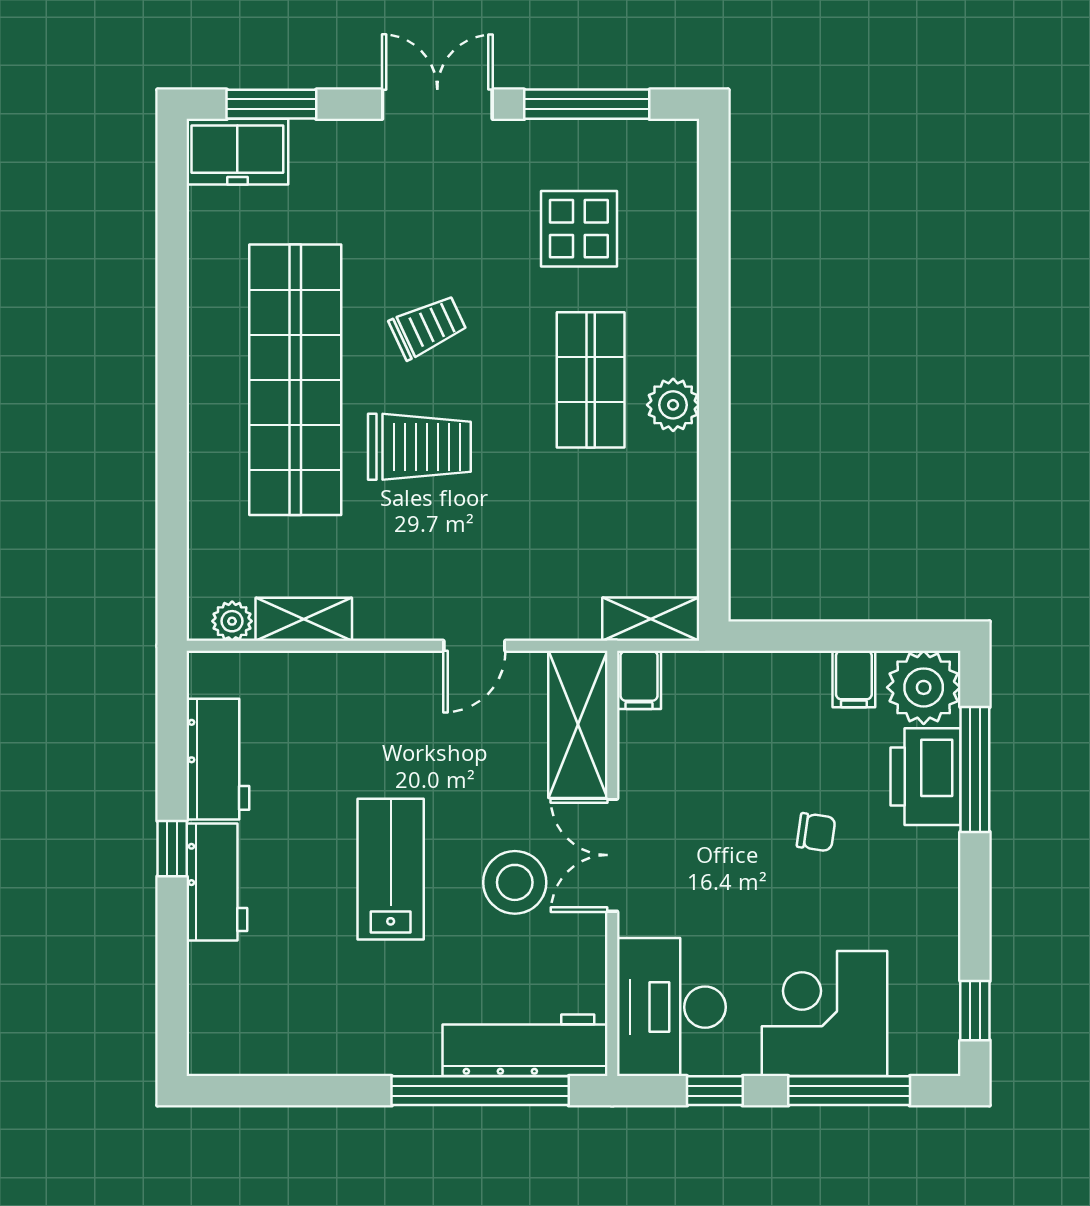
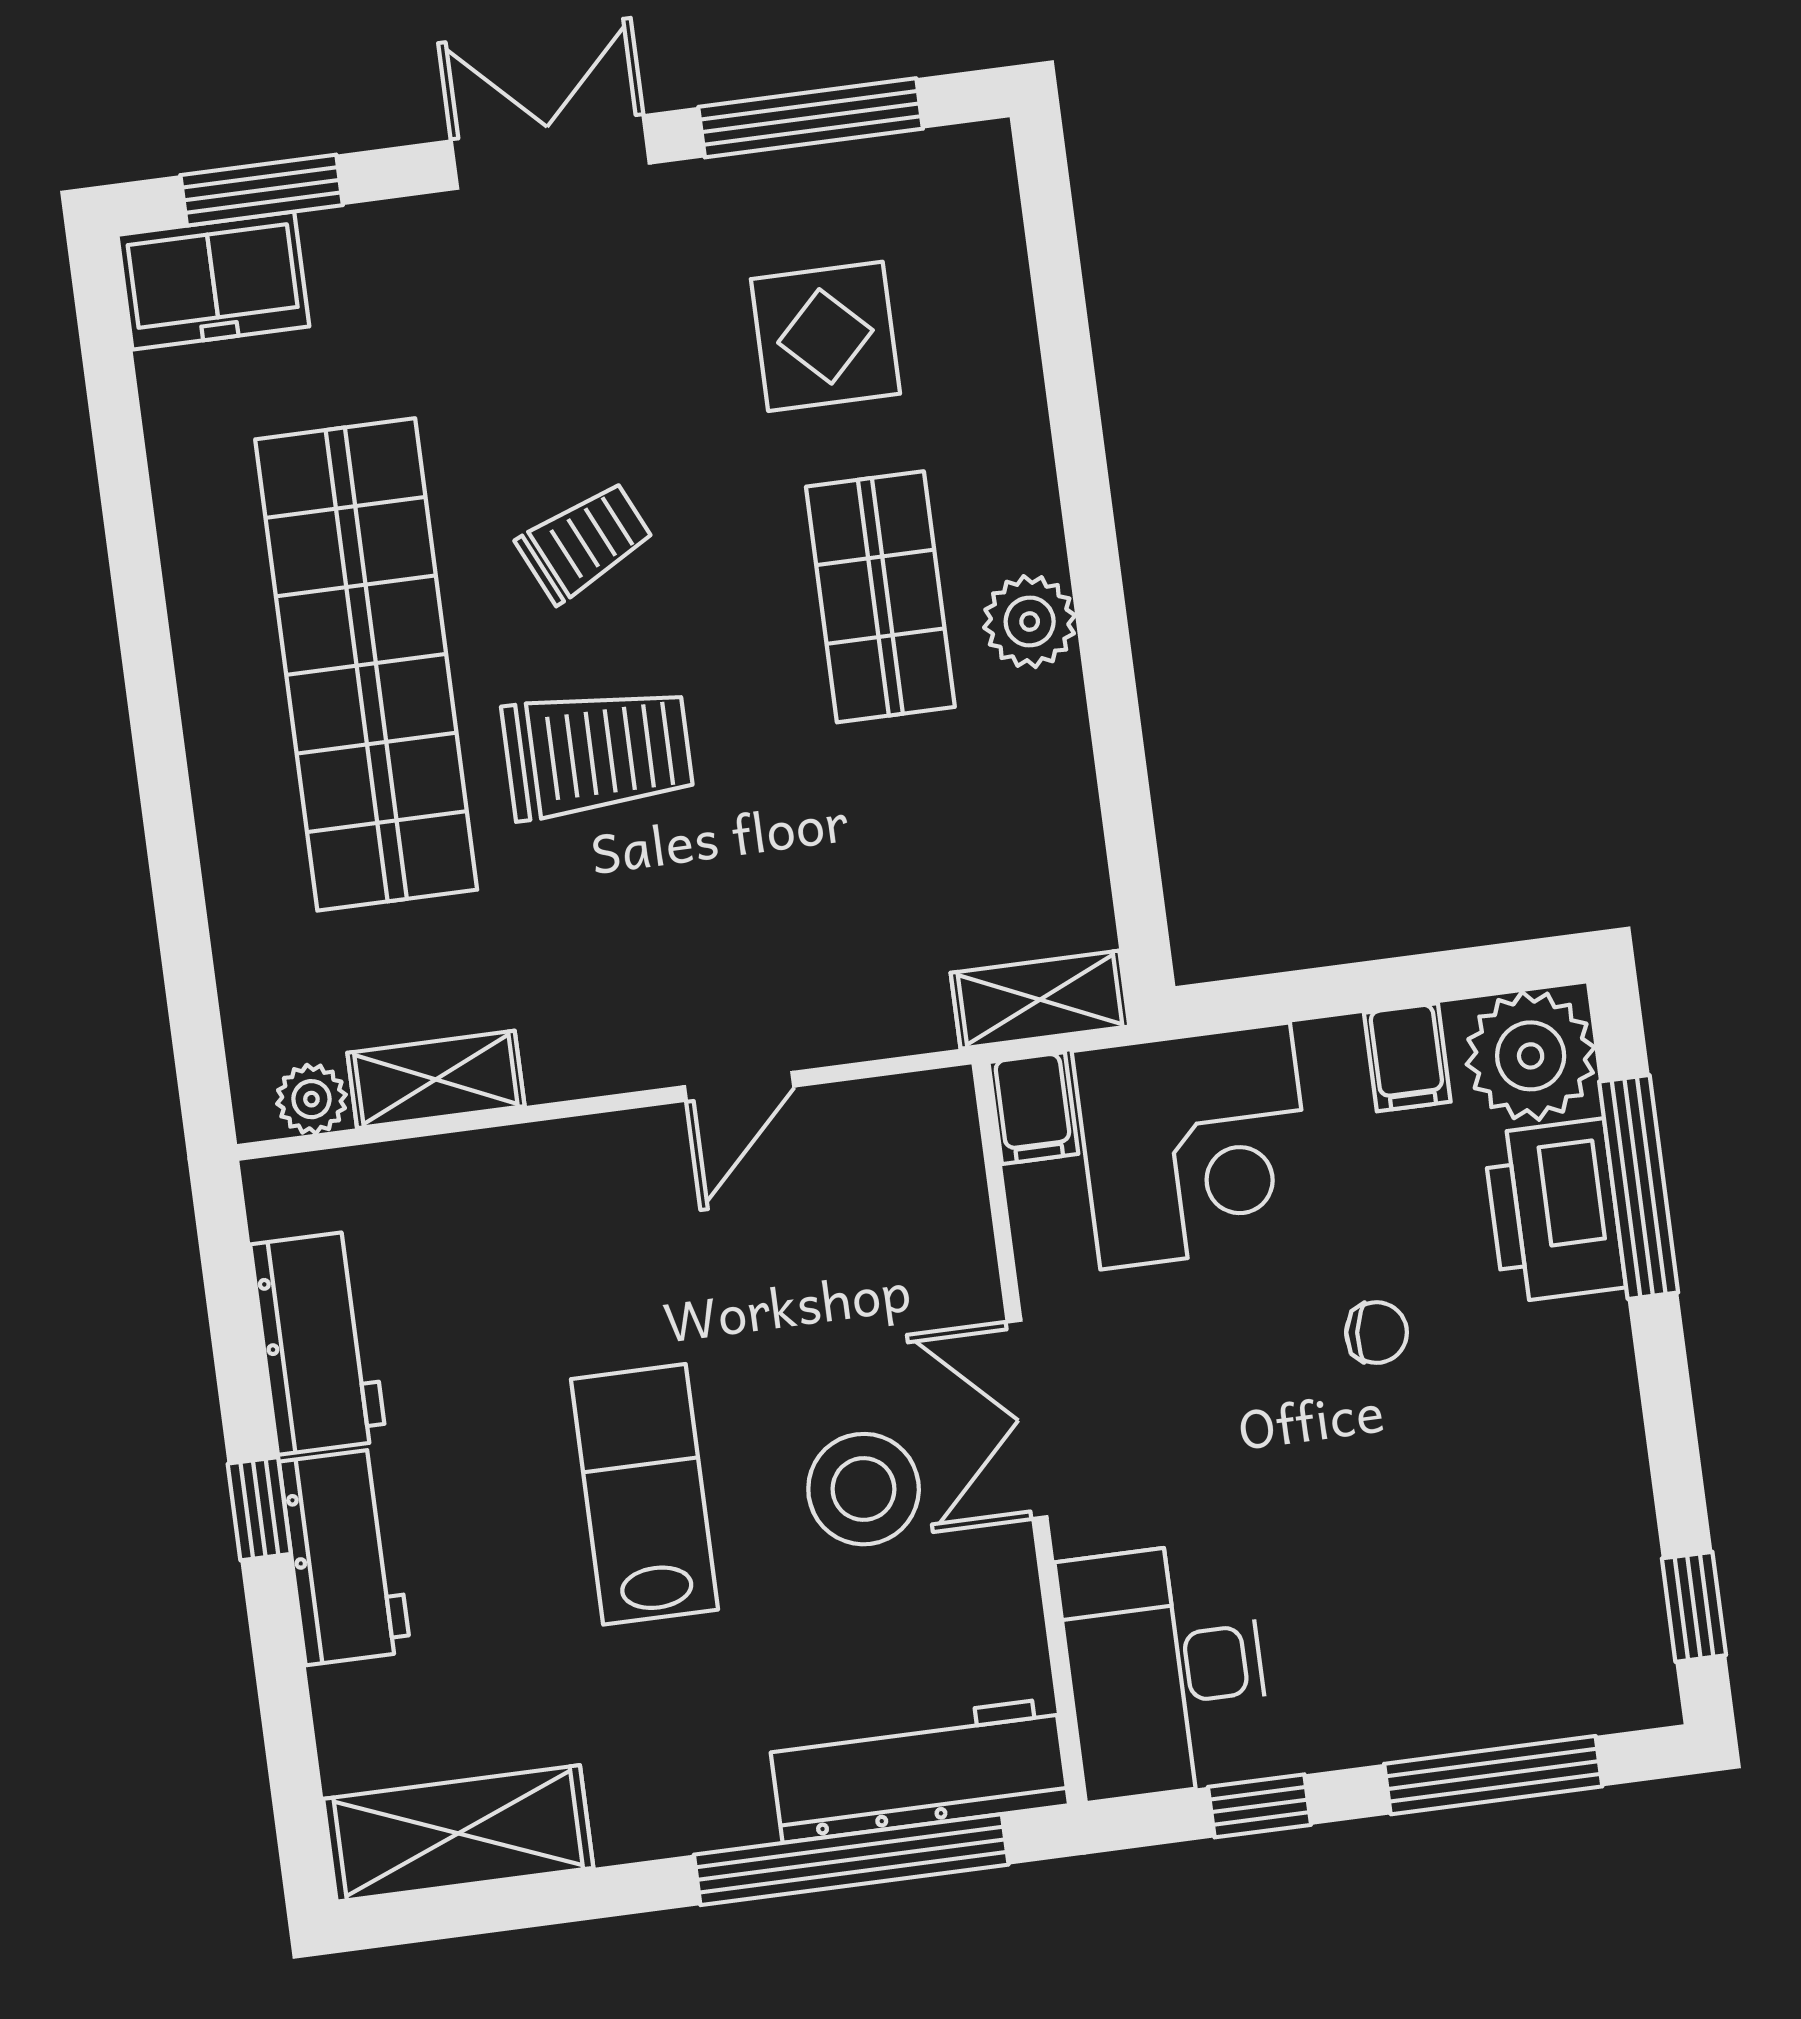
shelving: (578, 724) -> (458, 1833), moved, turned 90
corner desk: (825, 1014) -> (1195, 1146), moved, turned 180

